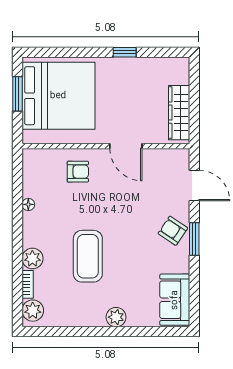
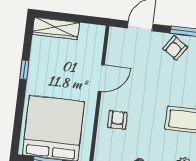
wardrobe: (179, 113) -> (56, 28), moved

